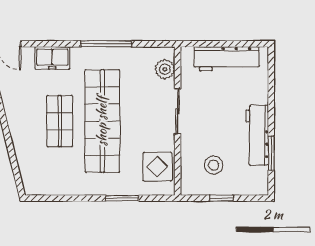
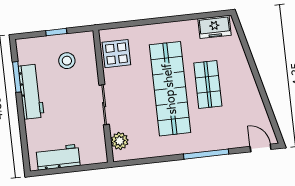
window: (106, 44) -> (206, 154), moved
freezer: (52, 58) -> (214, 27), moved, turned 180
workbench: (227, 59) -> (58, 157), width x0.73
window: (122, 198) -> (145, 22), removed

